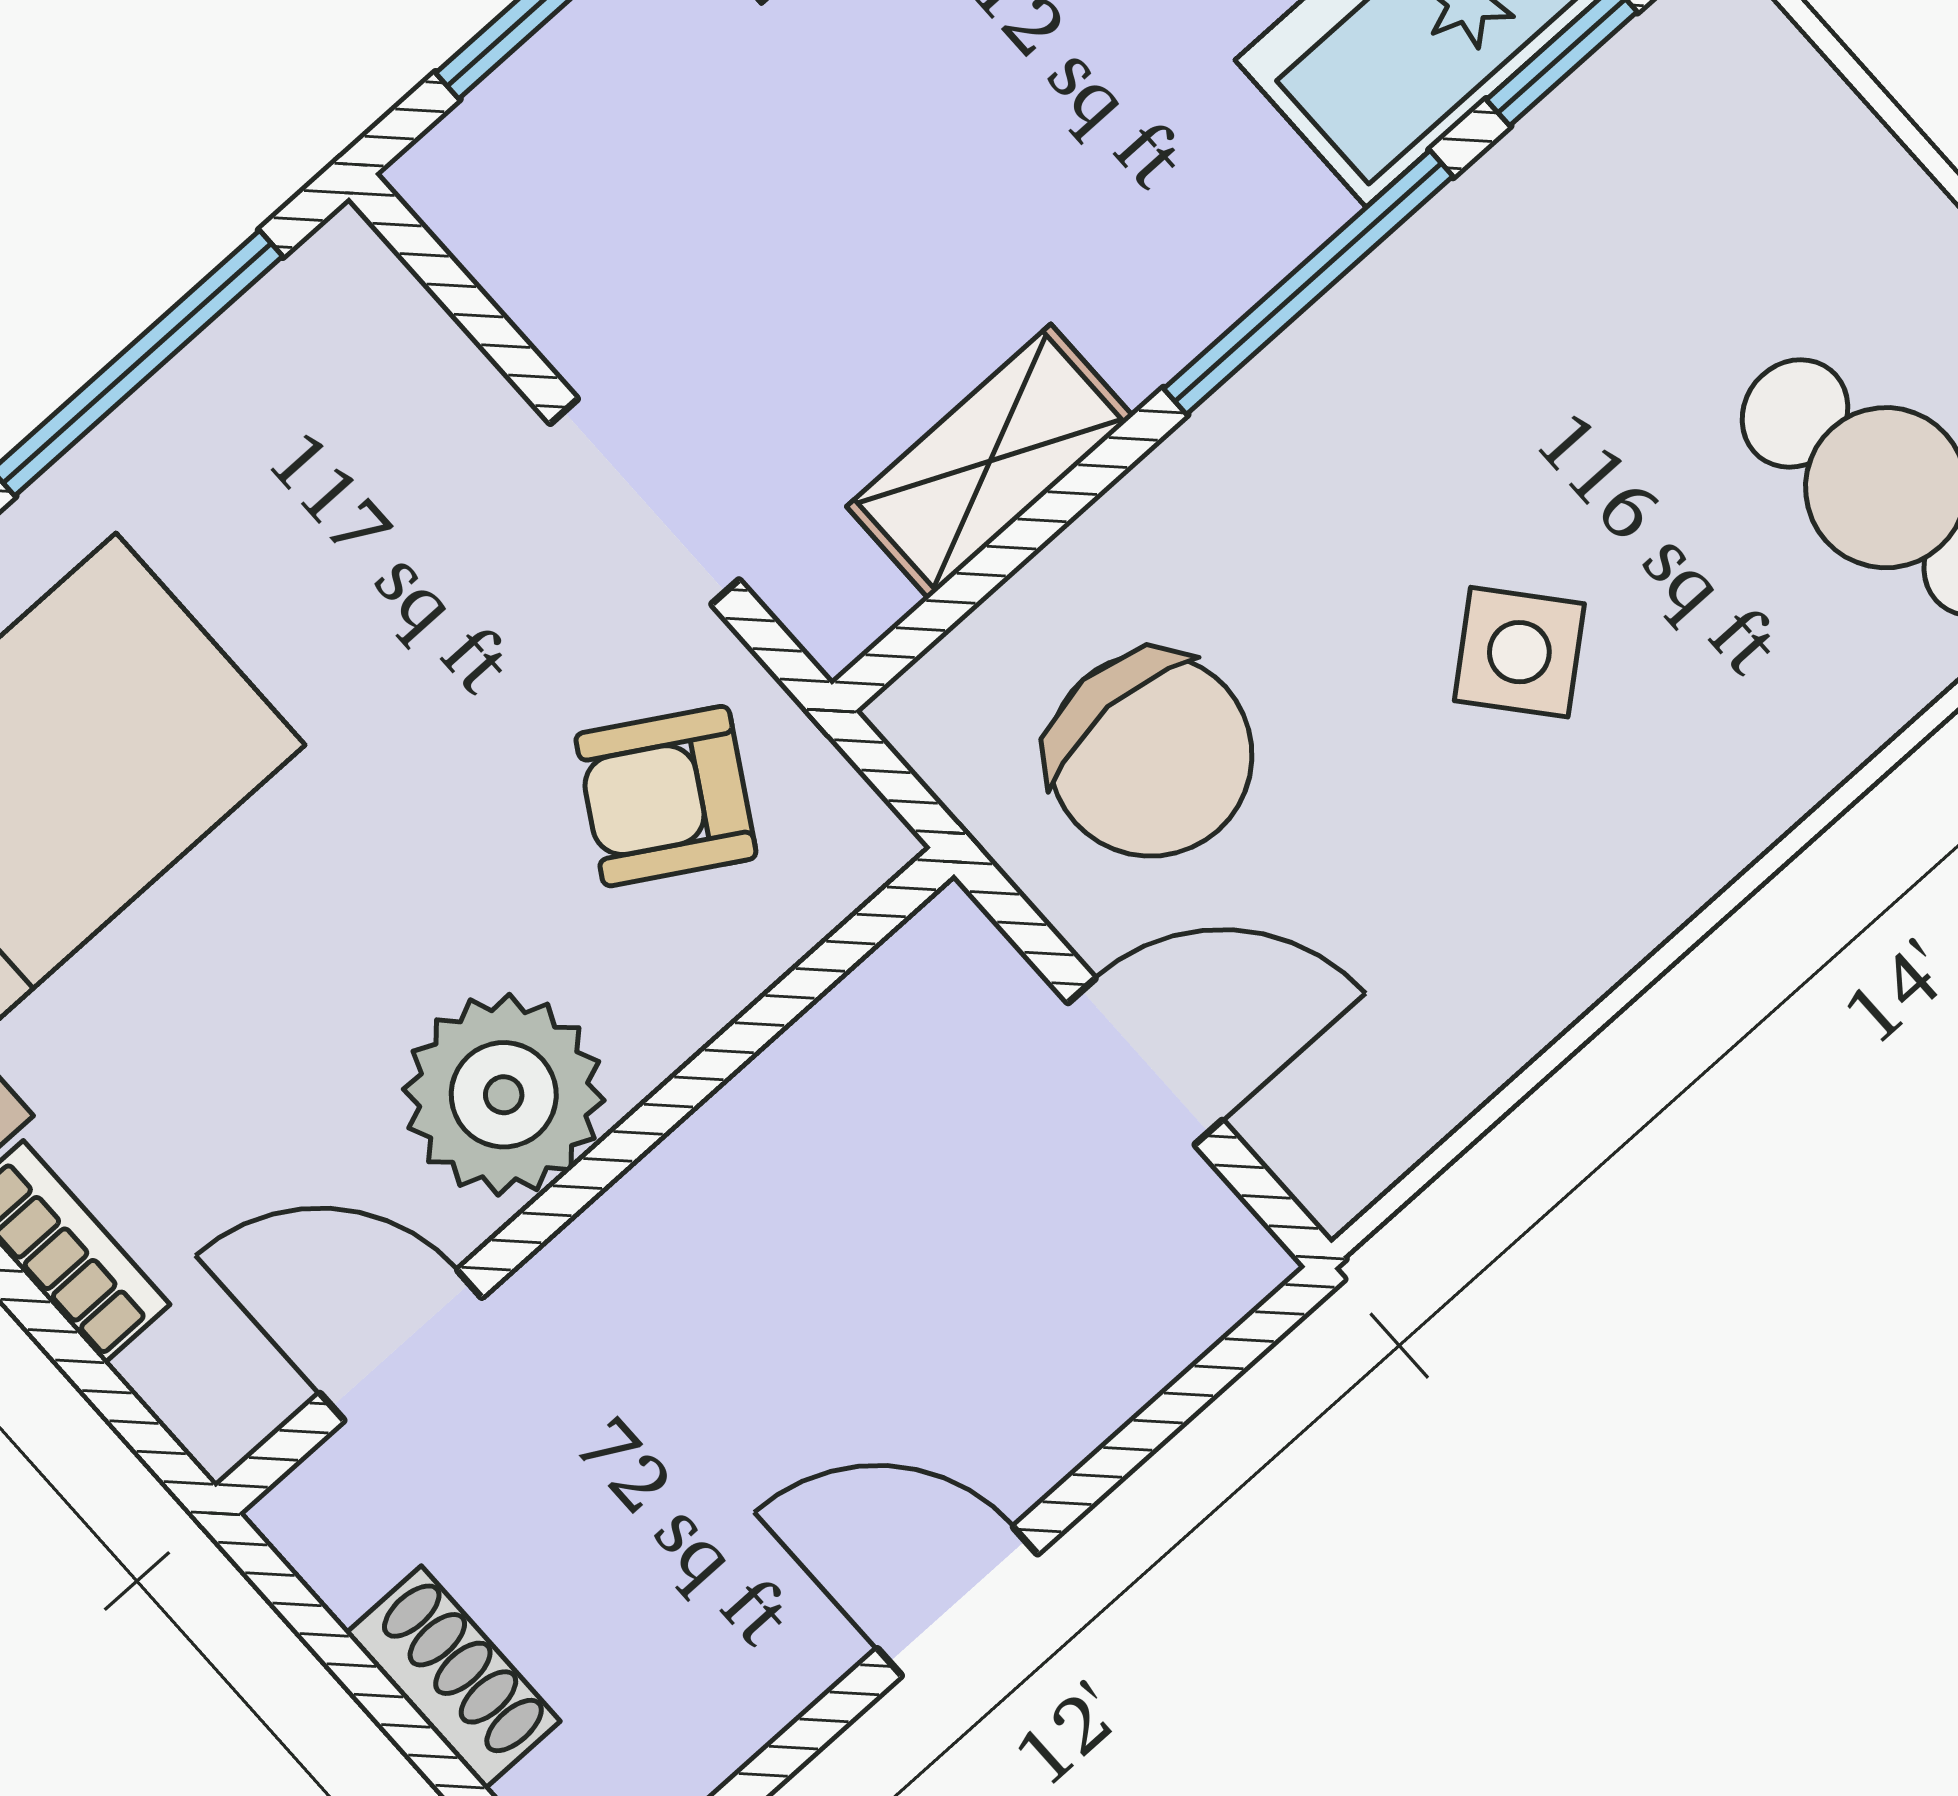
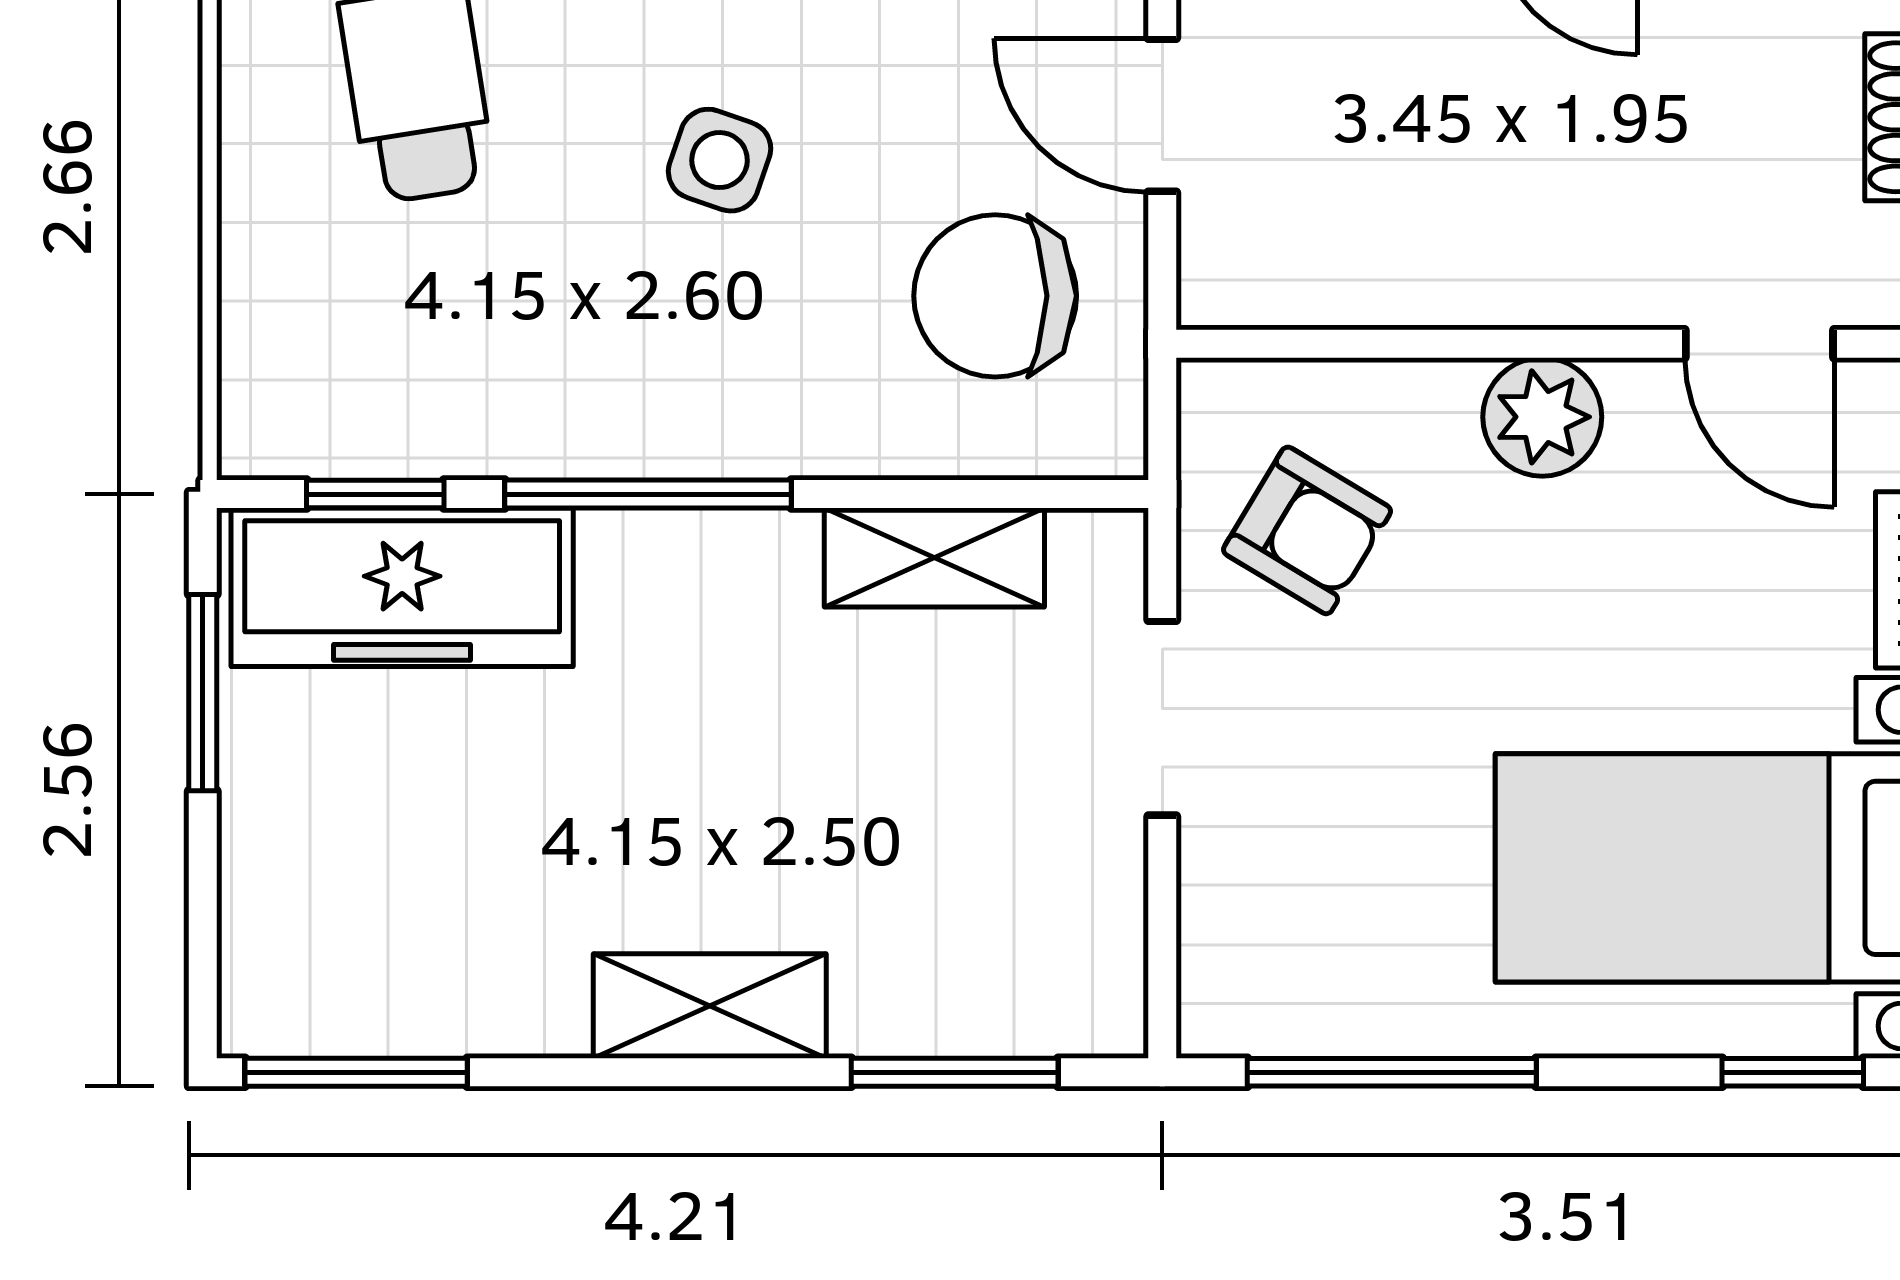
side table: (1519, 652) -> (720, 160), turned -31
chair: (1151, 755) -> (995, 296), turned -90
plant: (504, 1095) -> (1542, 417), width x0.73, depth x0.73

